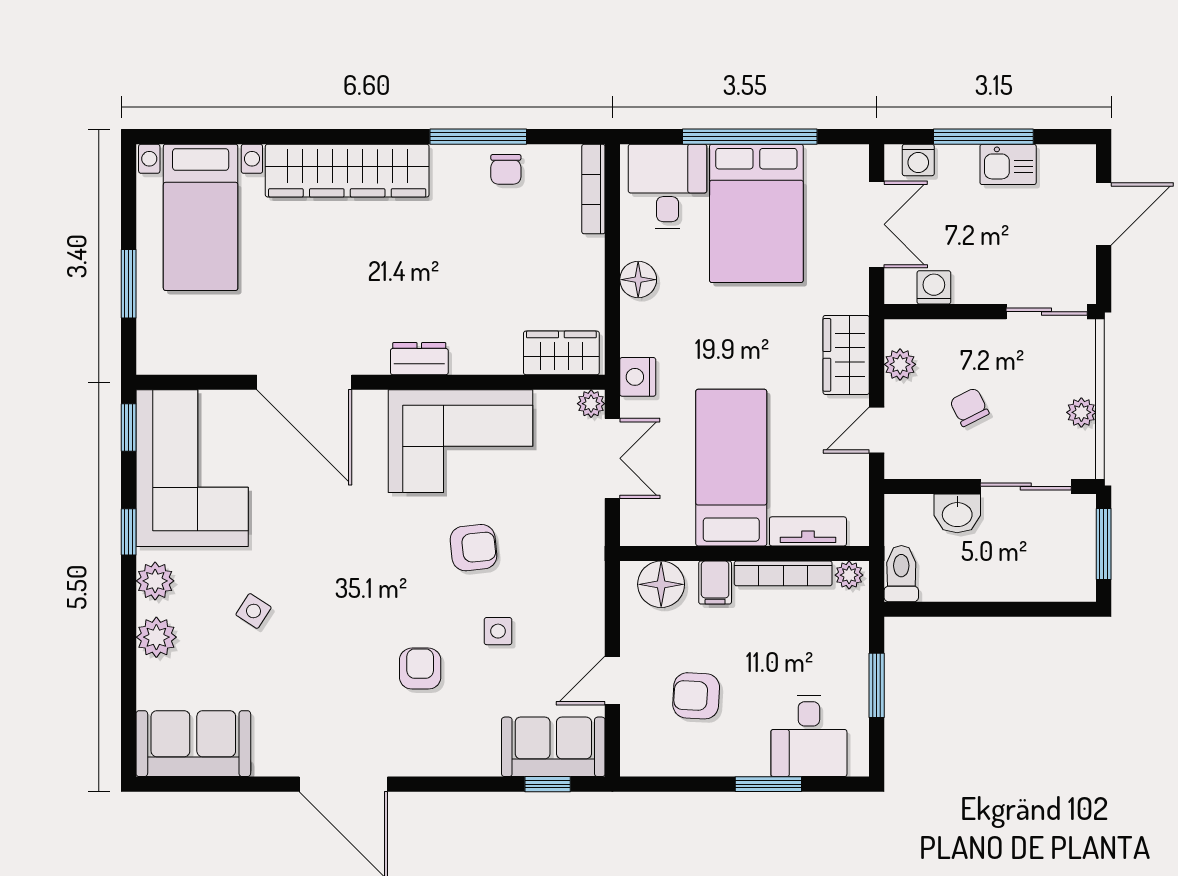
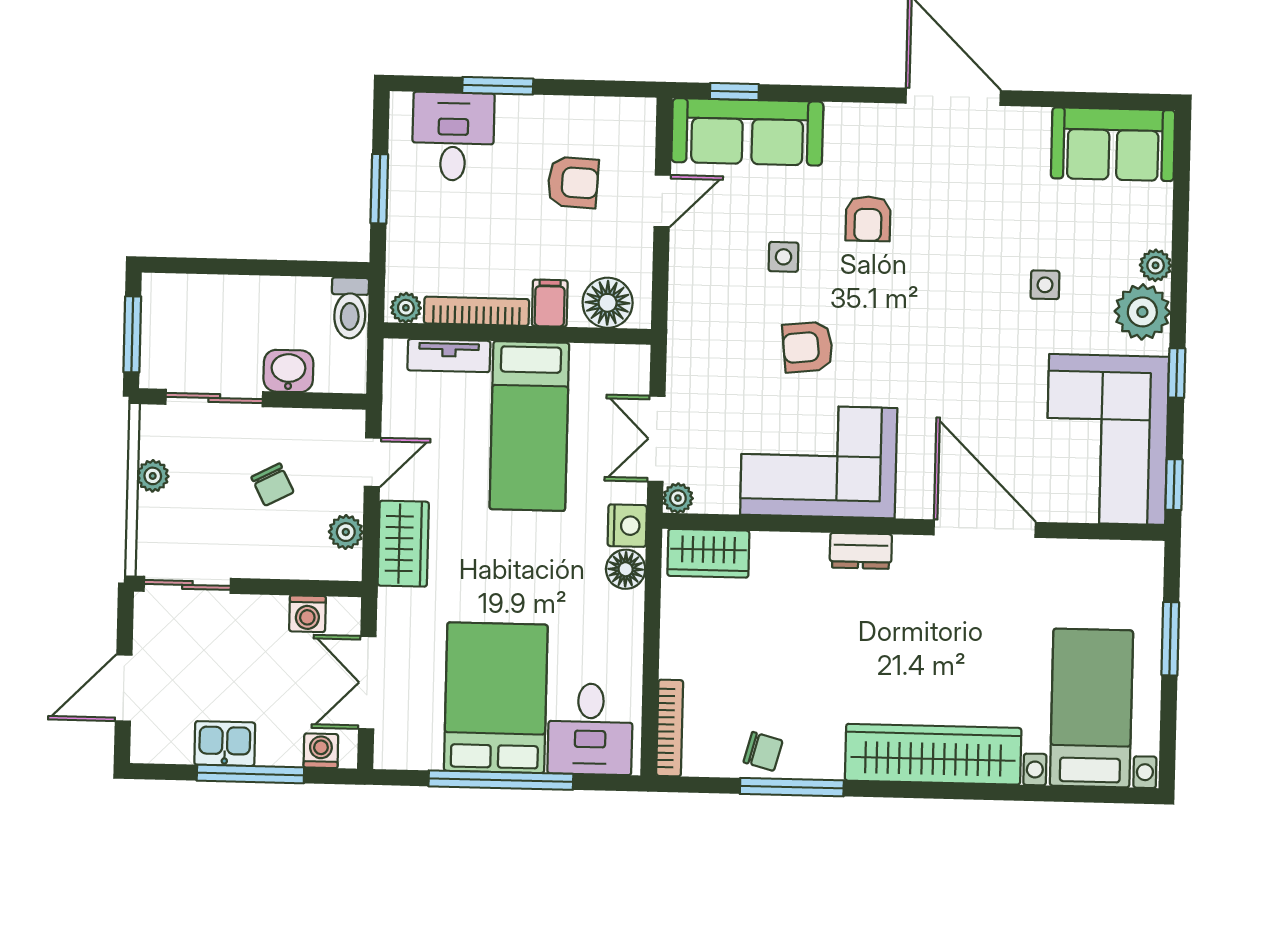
chair: (506, 169) -> (763, 751), turned 105
floor lamp: (638, 280) -> (626, 569), moved
plant: (155, 581) -> (1142, 312), width x1.36, depth x1.36
side table: (254, 611) -> (1045, 285), turned -33
plant: (156, 637) -> (1156, 265), width x0.73, depth x0.73
sofa: (553, 747) -> (747, 132), width x1.36

